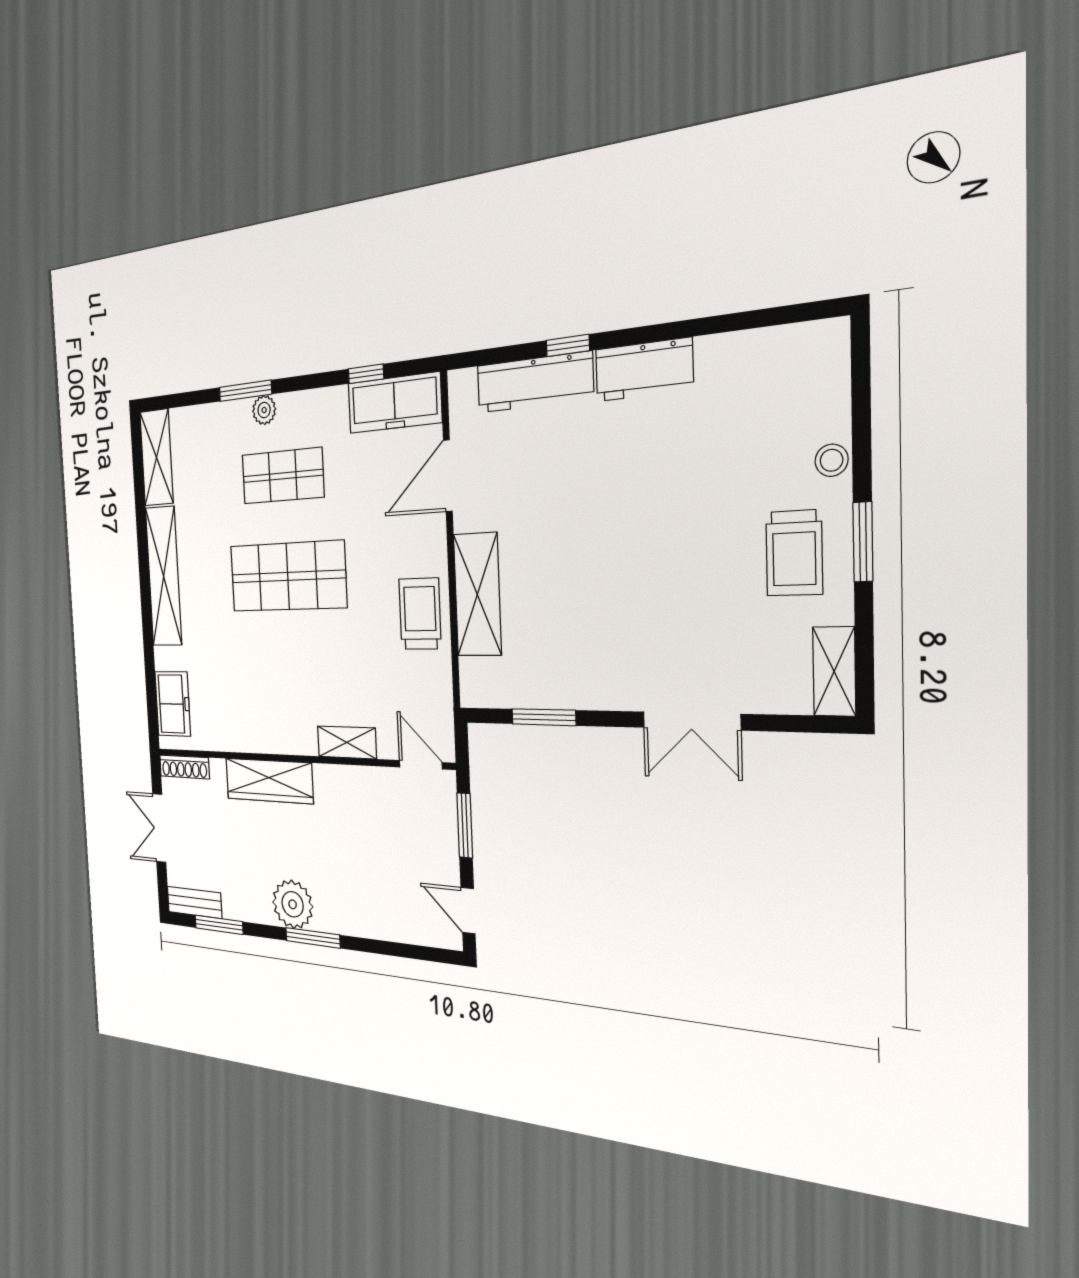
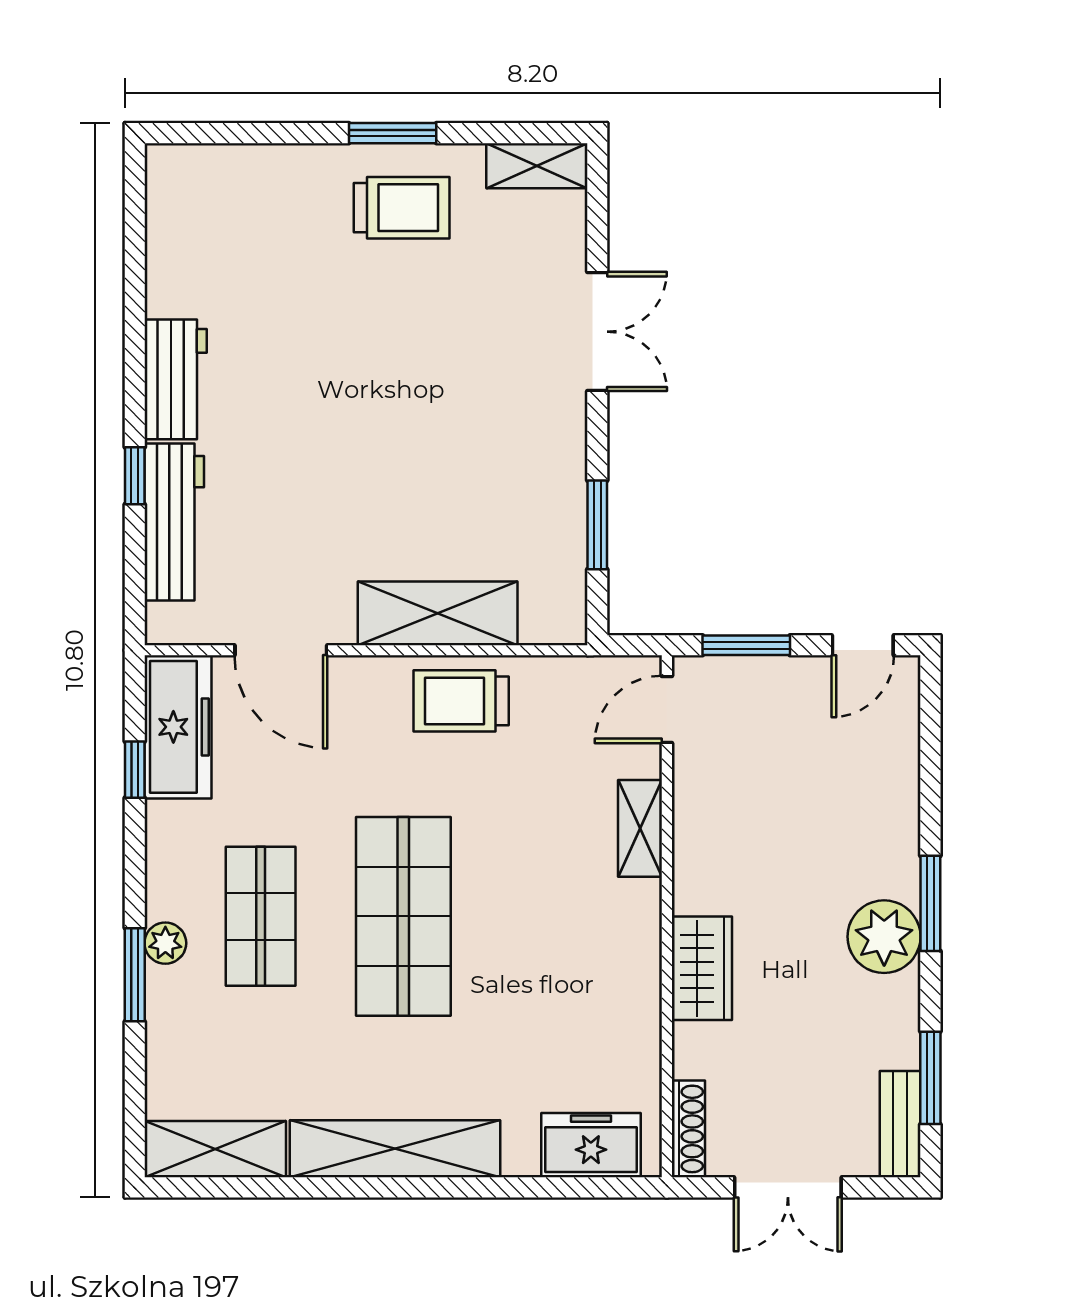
stool: (832, 460) -> (300, 165), removed
wardrobe: (269, 781) -> (702, 968), width x0.67

